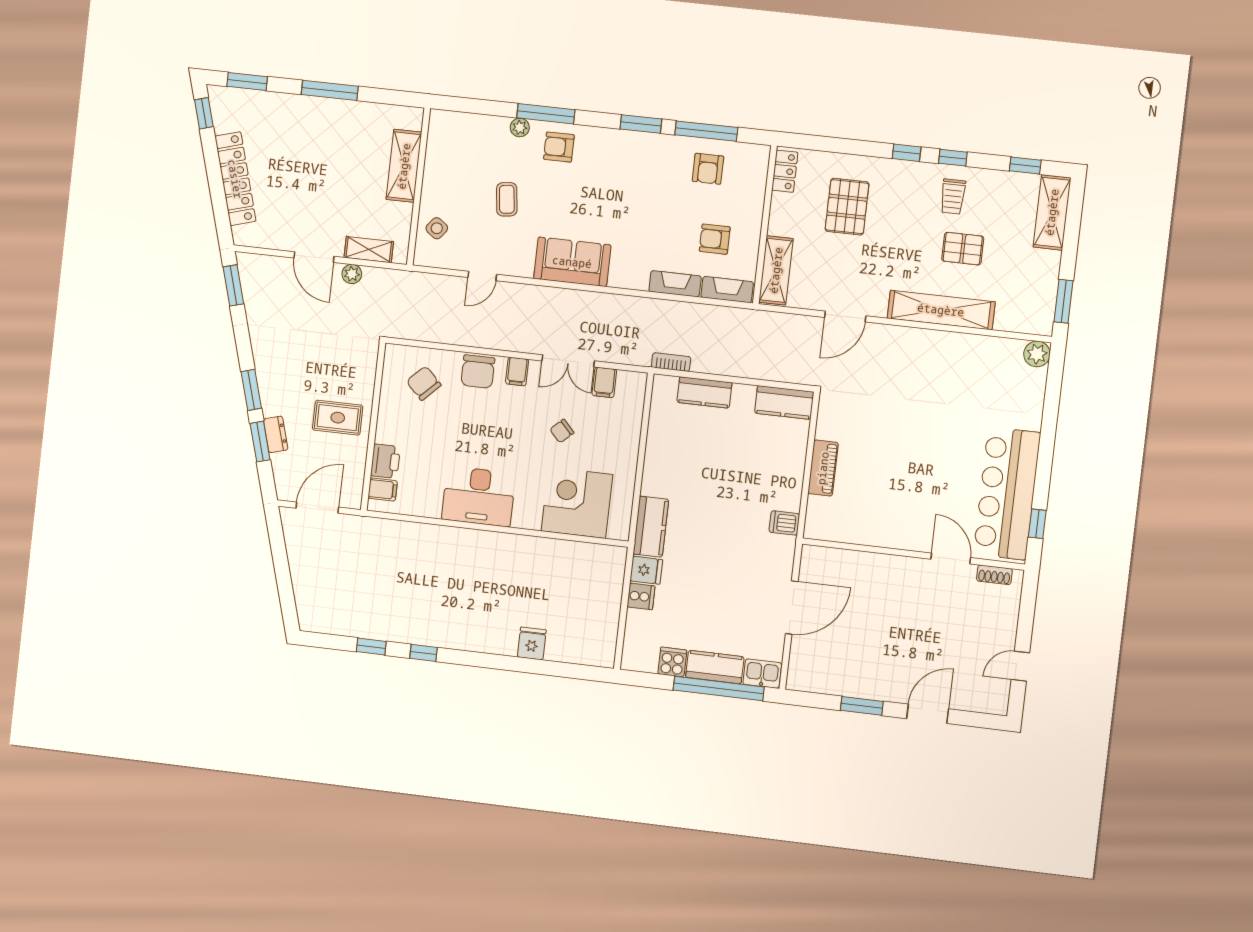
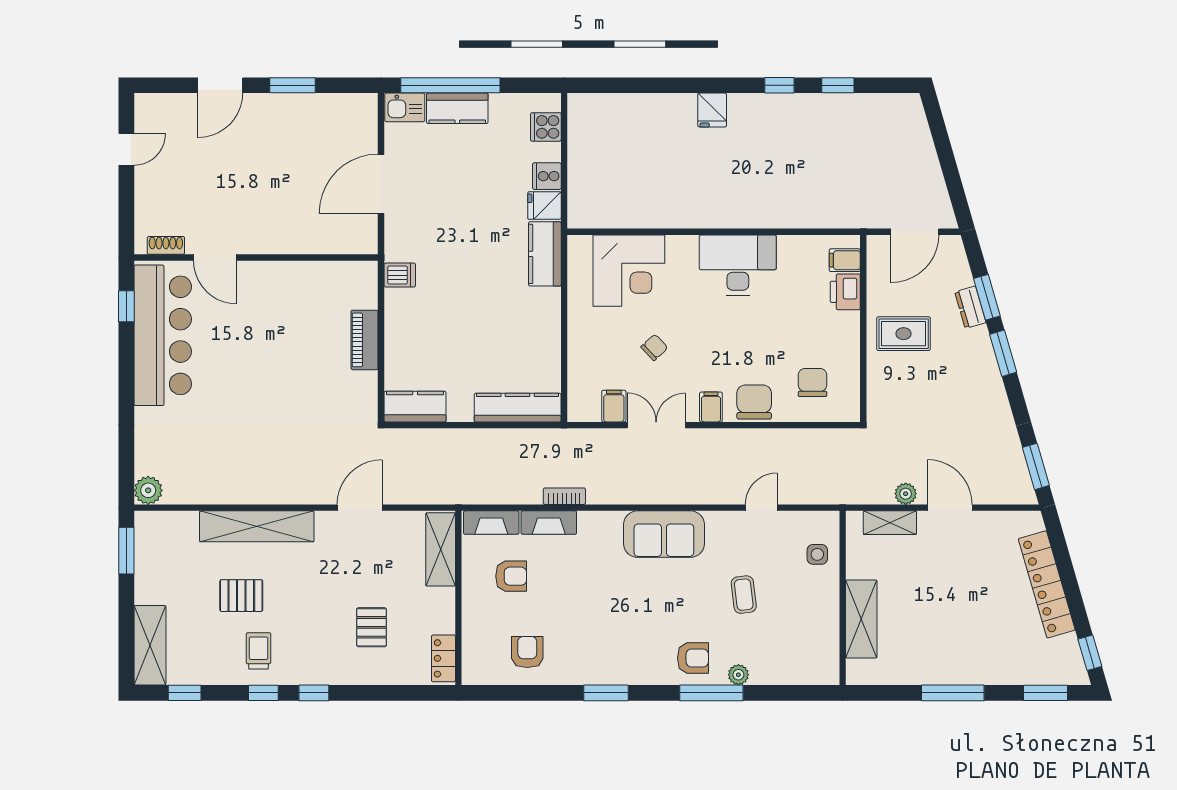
window: (706, 131) -> (534, 693), removed
pallet: (847, 207) -> (371, 627), width x0.67, depth x0.71
side table: (437, 228) -> (817, 554), turned -37
bookcase: (671, 362) -> (564, 496), moved, turned 180
chair: (424, 383) -> (813, 383), turned -135
kitchen counter: (704, 392) -> (518, 408), width x1.50
fridge: (532, 643) -> (712, 110), moved
cooker: (672, 662) -> (546, 127), moved, turned 90

